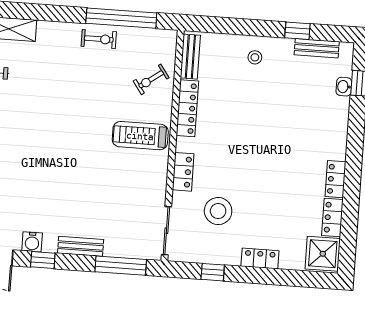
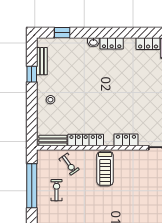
exercise bike: (99, 39) -> (57, 190), moved
washbasin: (344, 87) -> (93, 42), moved
locker: (335, 179) -> (112, 43), moved
stool: (218, 211) -> (149, 116), removed

